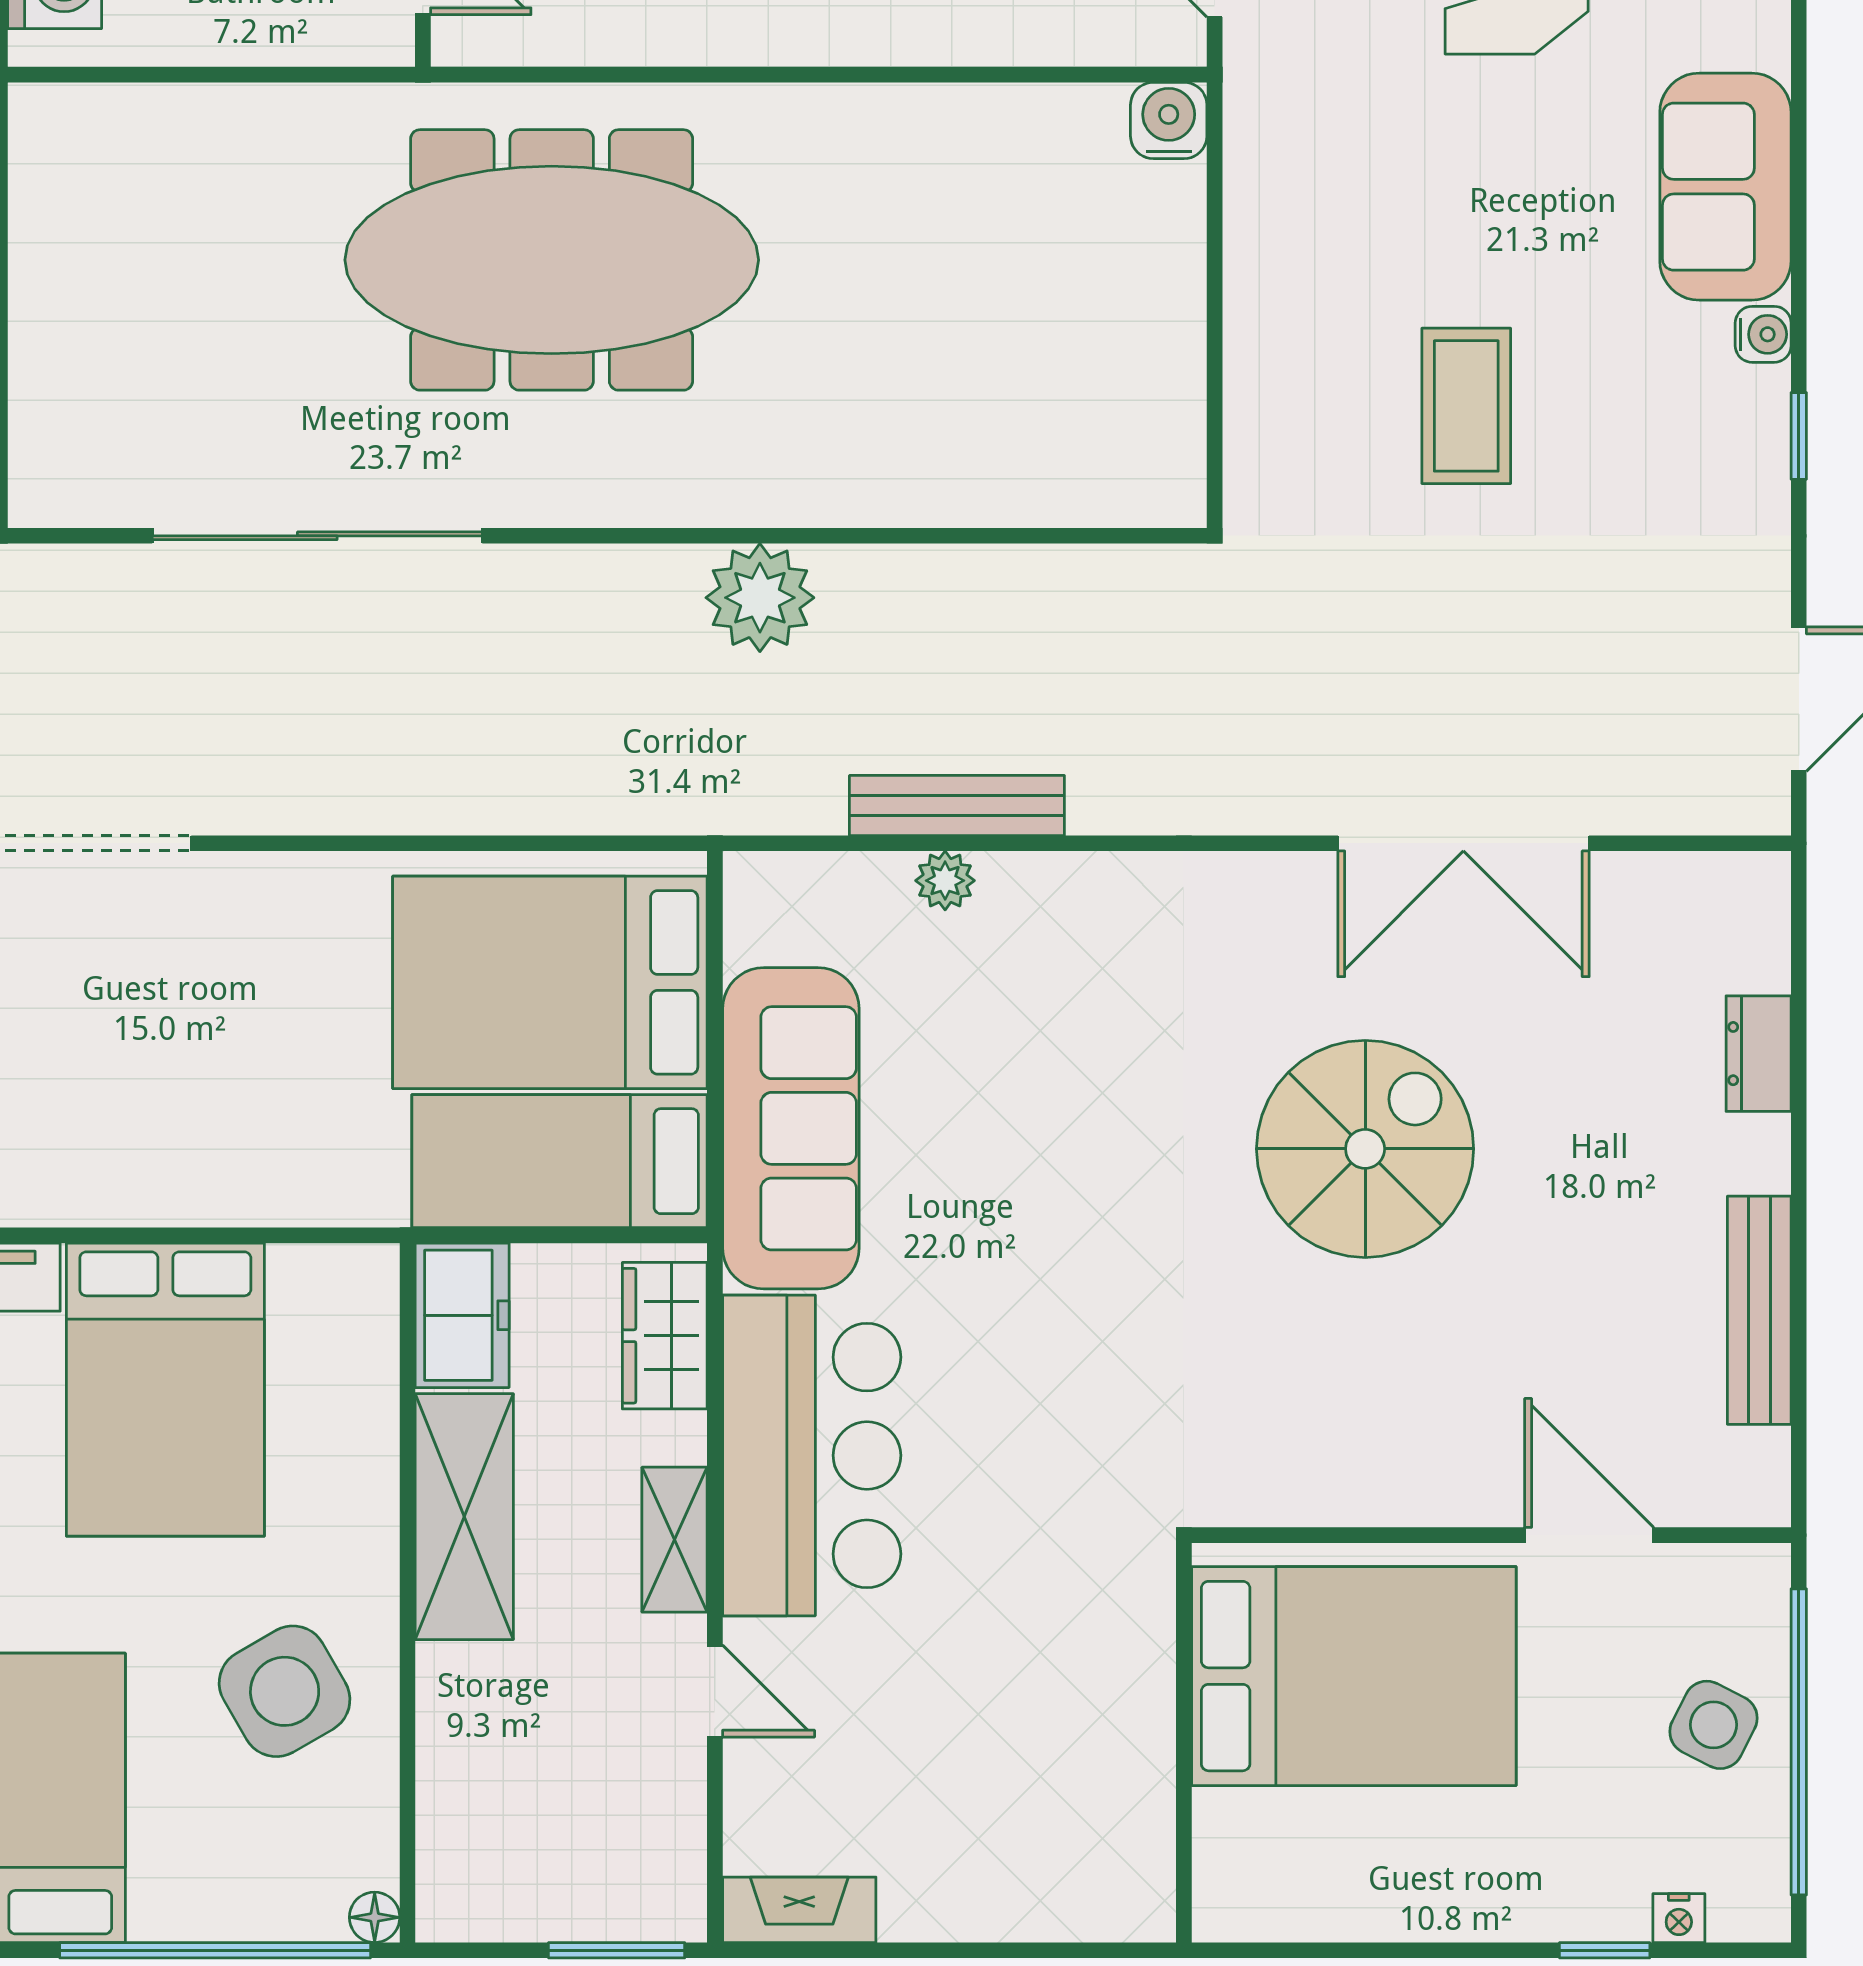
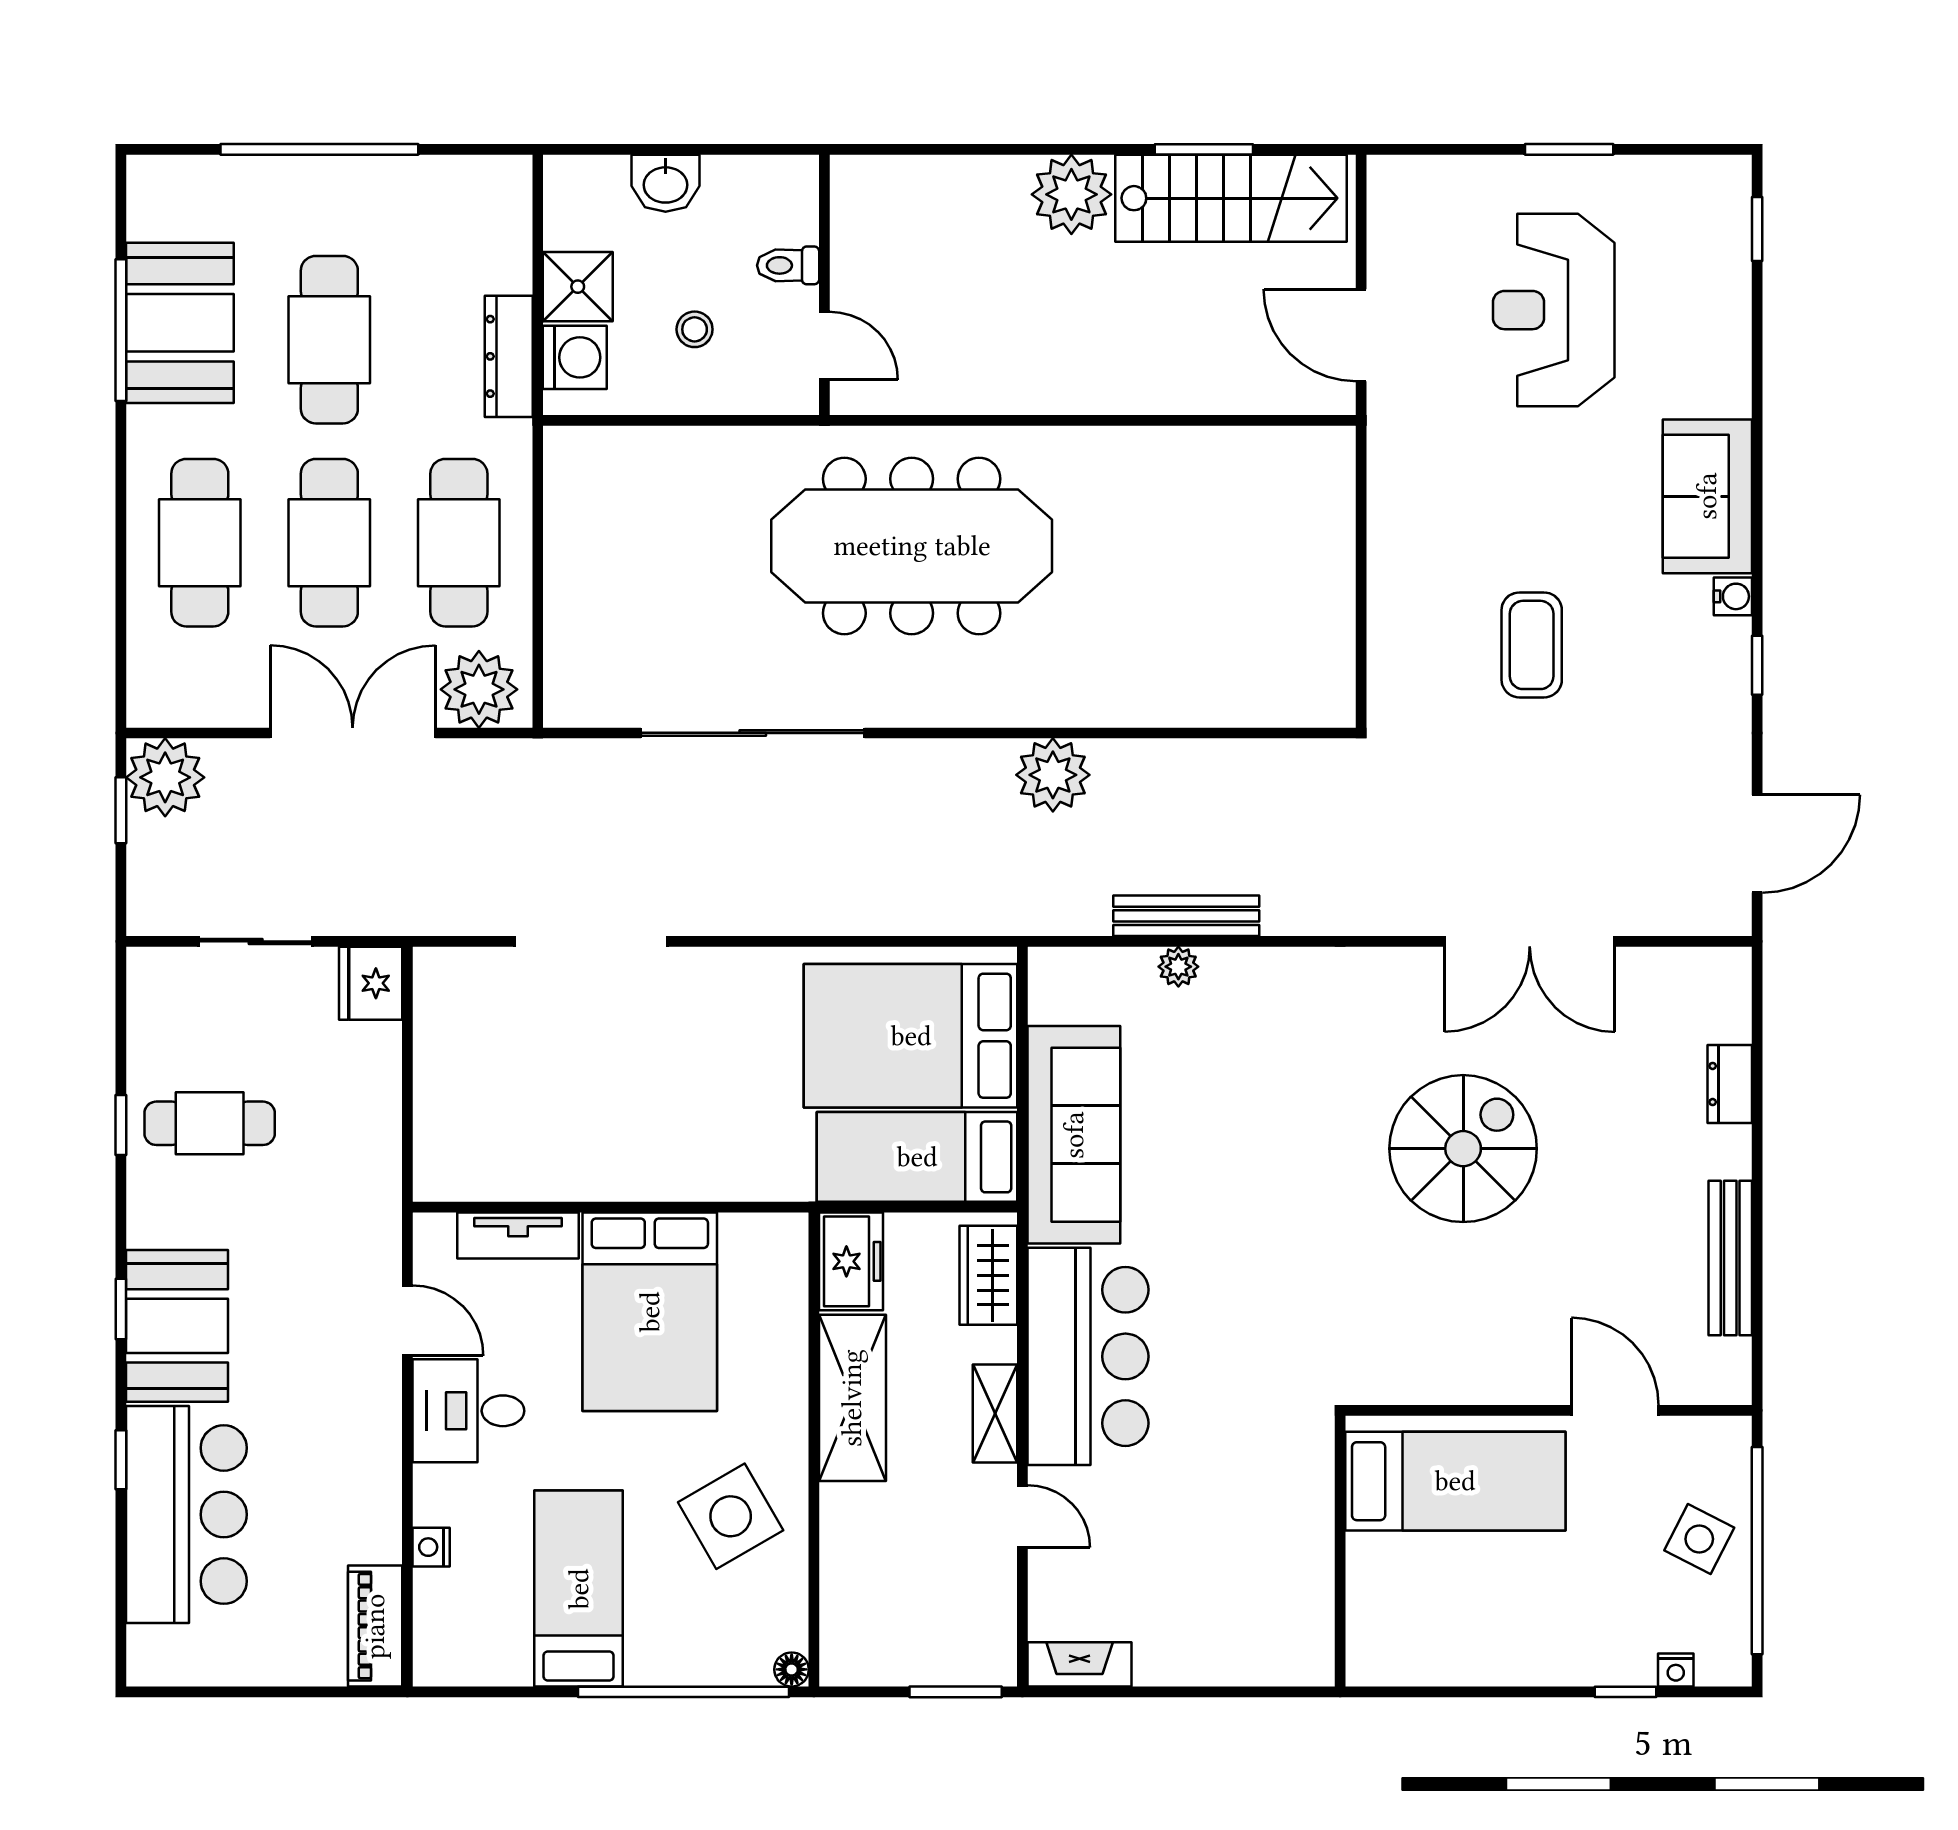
water cooler: (1169, 120) -> (1330, 451), removed
bed: (1354, 1676) -> (1455, 1481), width x0.67

